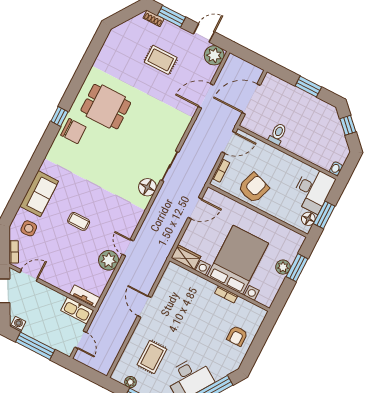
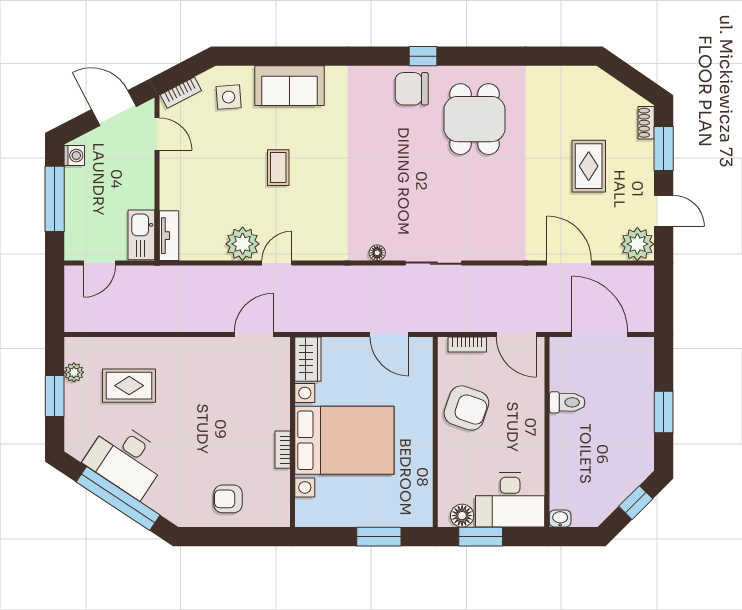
chair: (73, 131) -> (412, 89), turned 90
floor lamp: (147, 187) -> (377, 253), width x0.53, depth x0.53
plant: (283, 267) -> (369, 515), removed
door: (144, 307) -> (254, 334), moved

